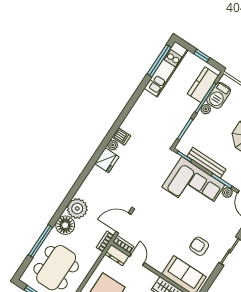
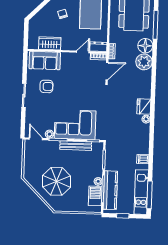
kitchen counter: (203, 85) -> (110, 190), width x1.50
dishwasher: (121, 136) -> (143, 159), moved
door: (137, 260) -> (83, 52), swing flipped

